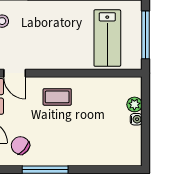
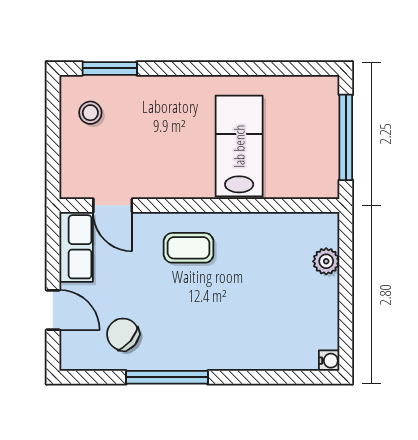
lab bench: (107, 38) -> (239, 146), moved, turned 180
water cooler: (136, 119) -> (329, 361), moved

